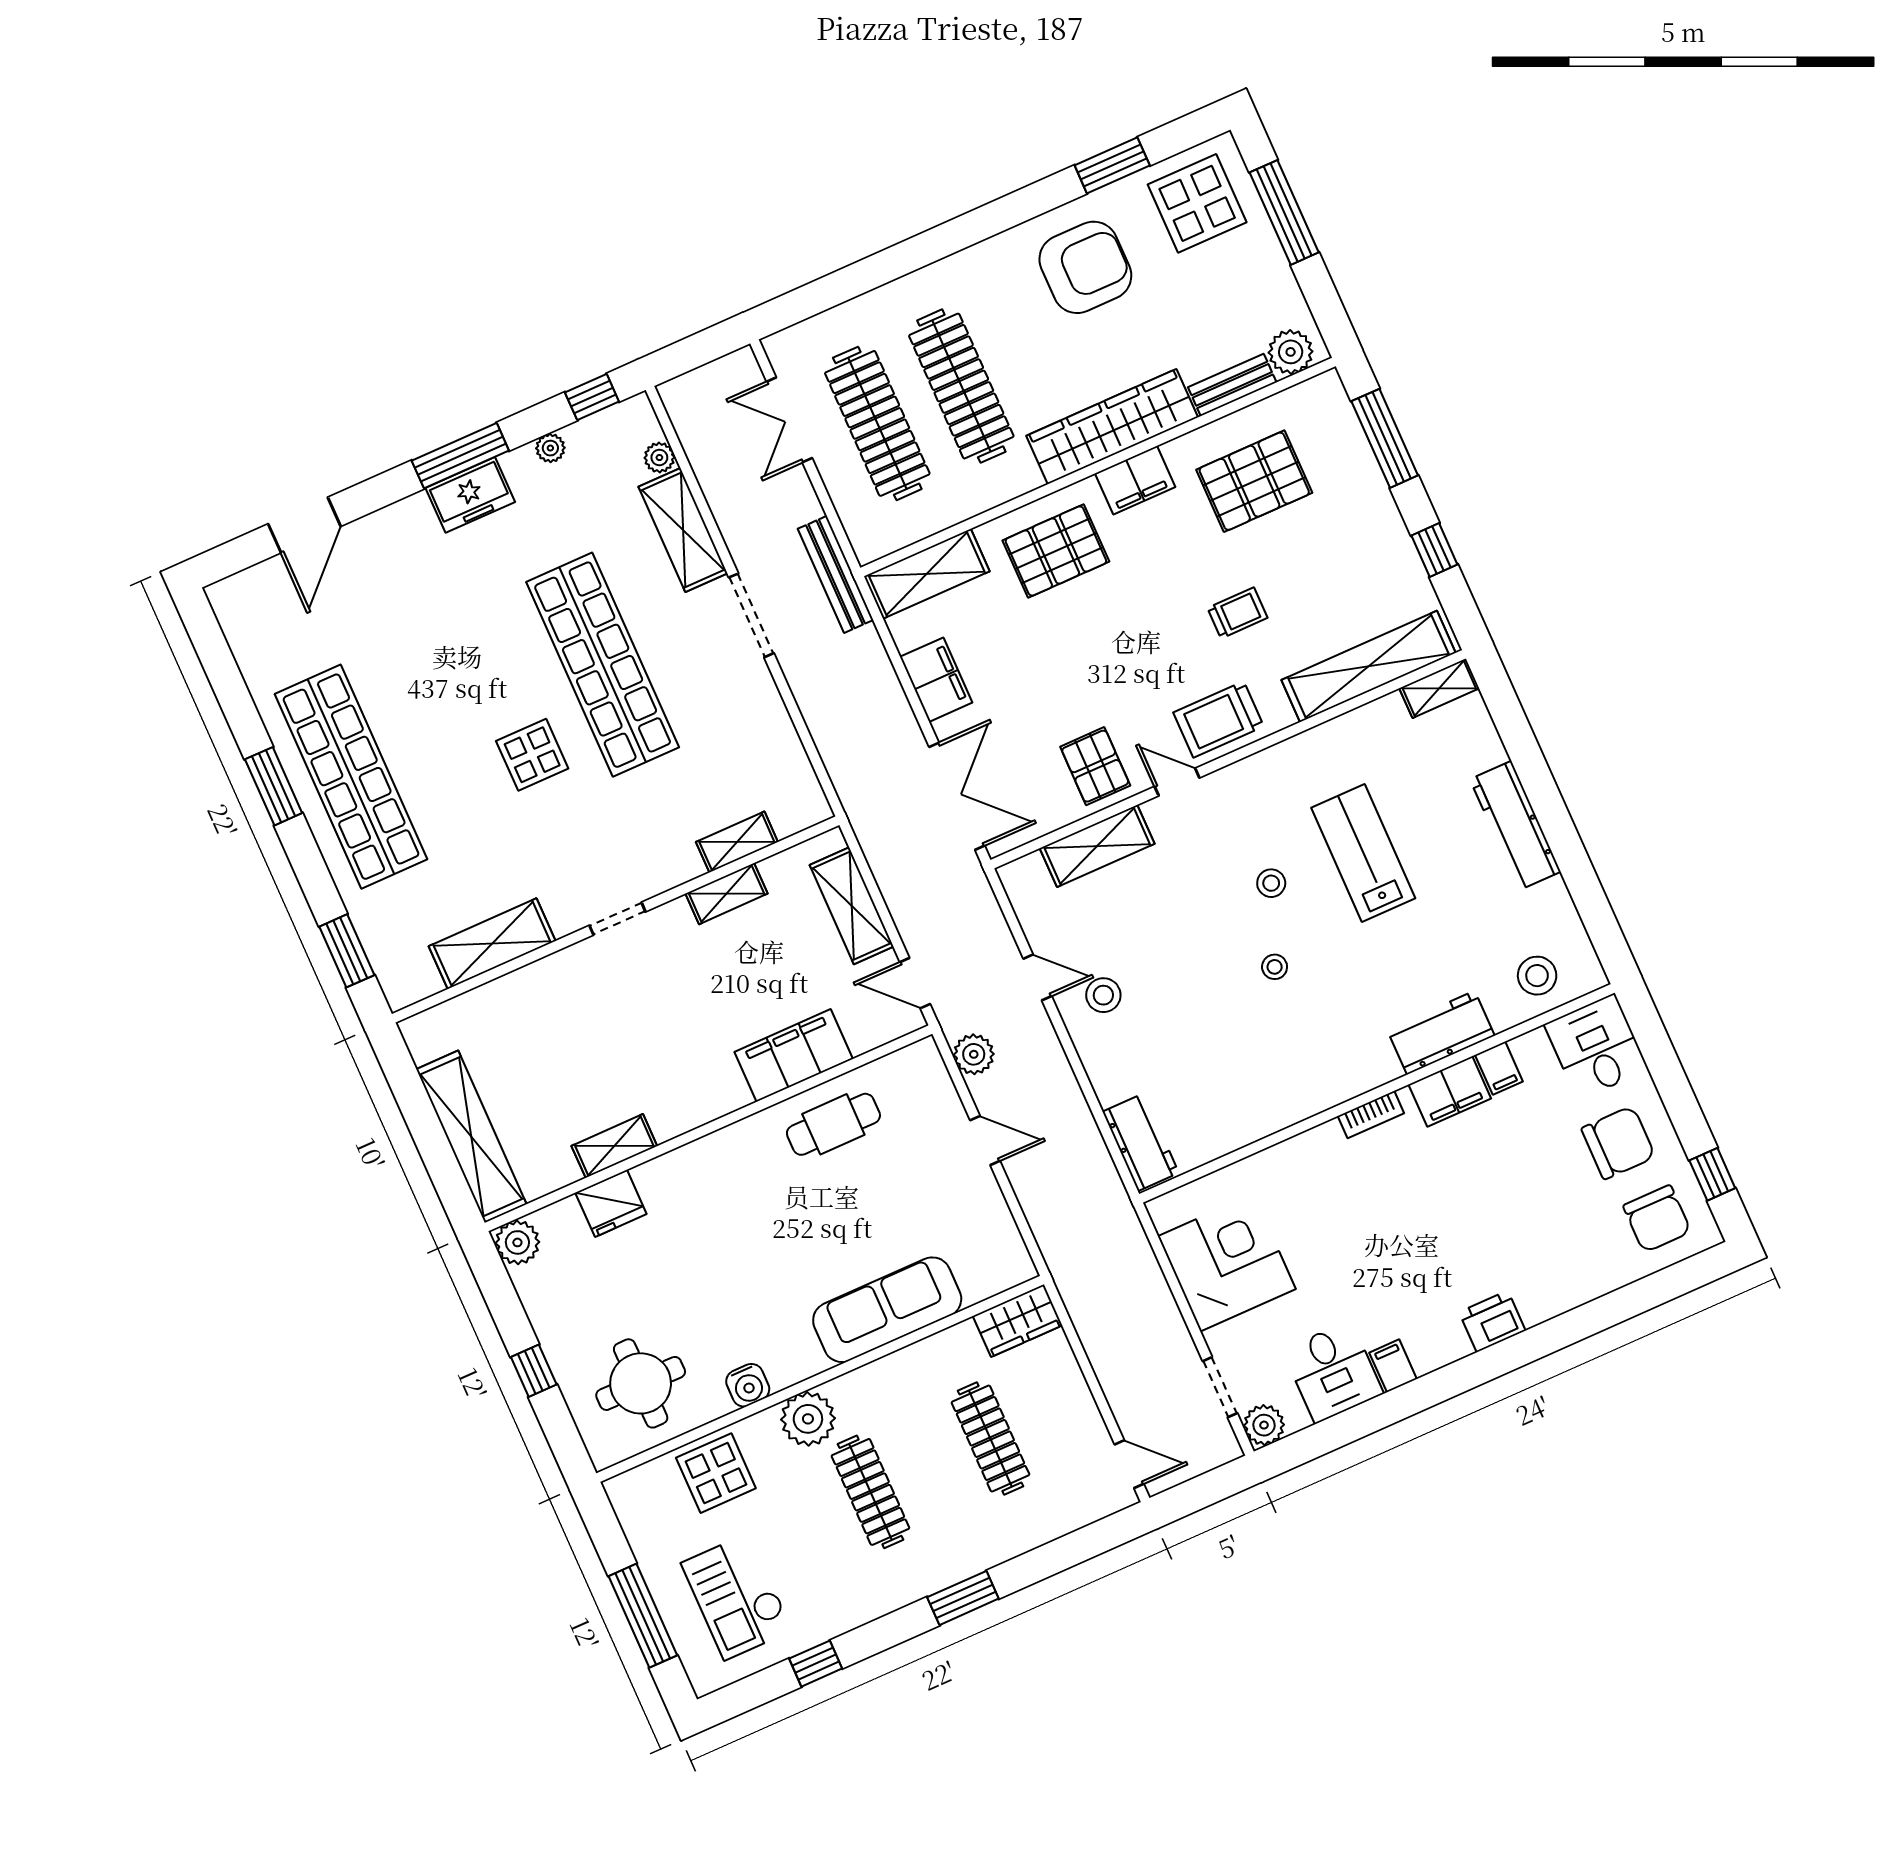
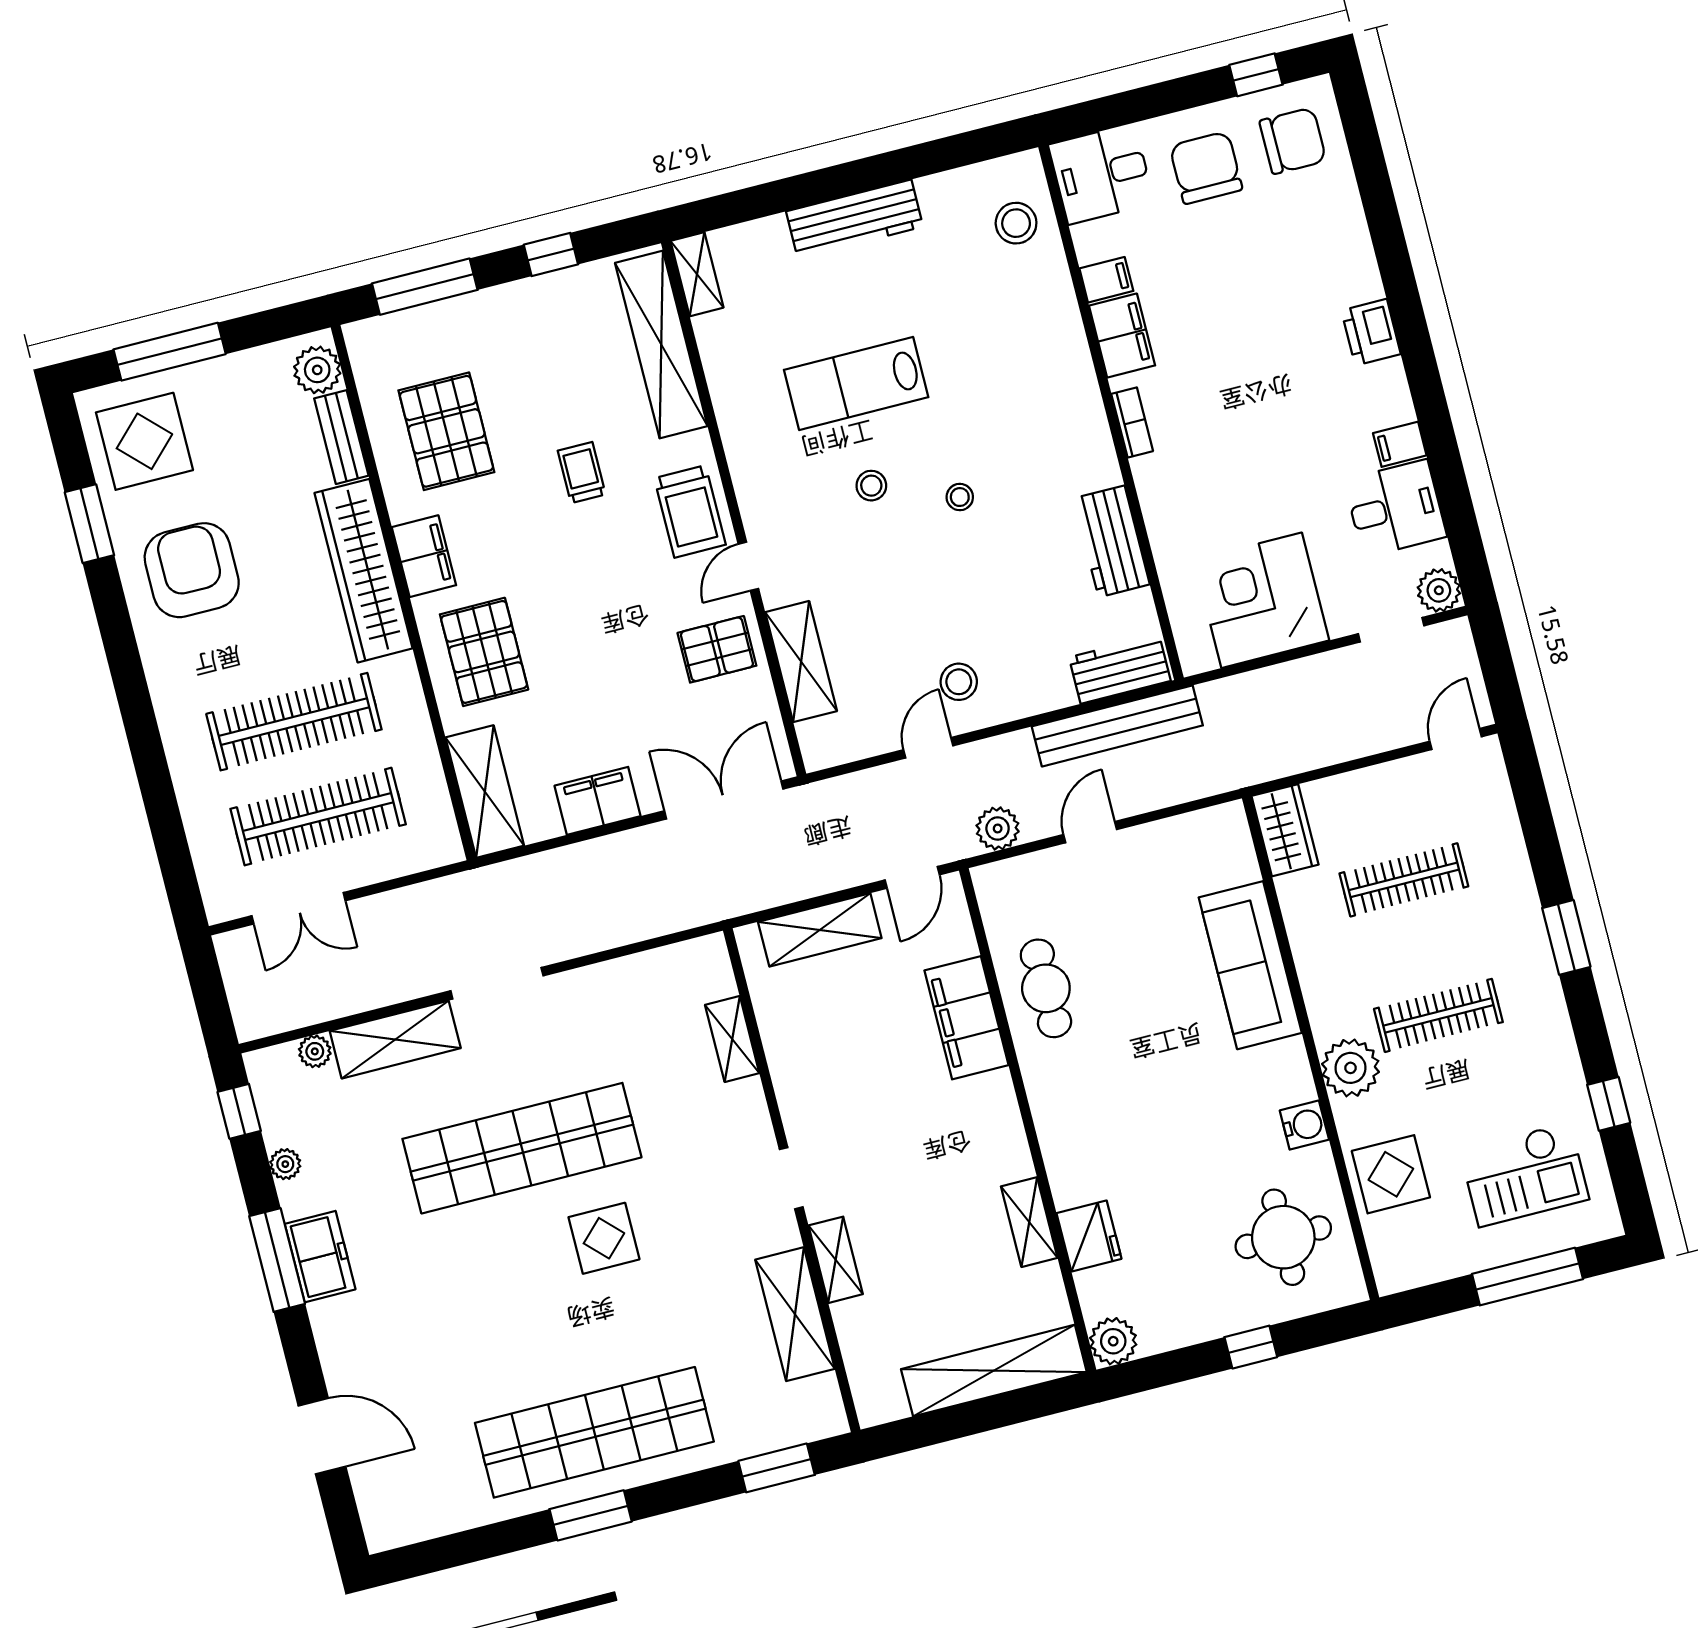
bench: (836, 574) -> (1117, 726), moved, width x1.37, depth x1.21
shelving: (726, 894) -> (836, 1260), moved
workbench: (1441, 1033) -> (1112, 541), moved

